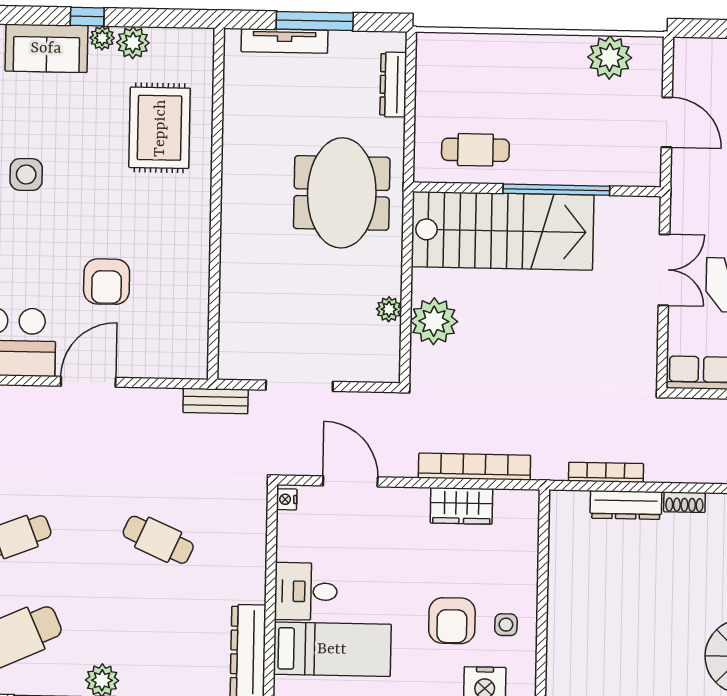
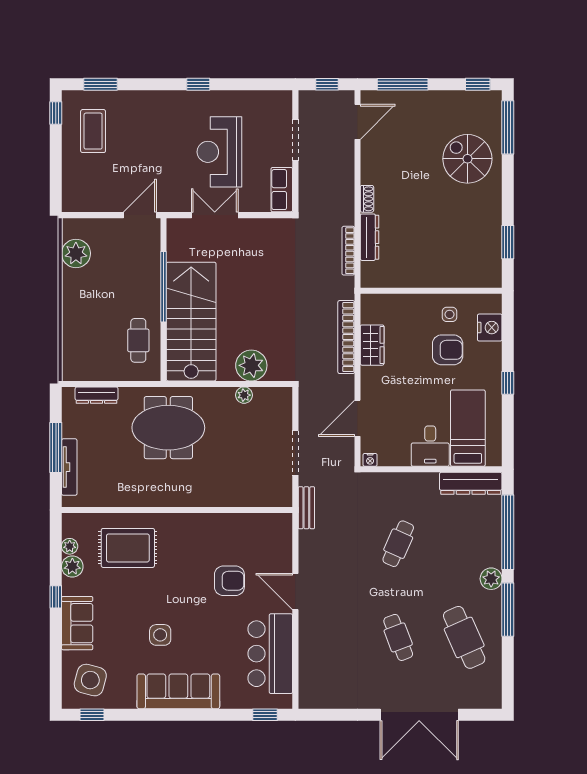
plant: (102, 38) -> (70, 546), moved
door: (667, 122) -> (140, 215), moved

